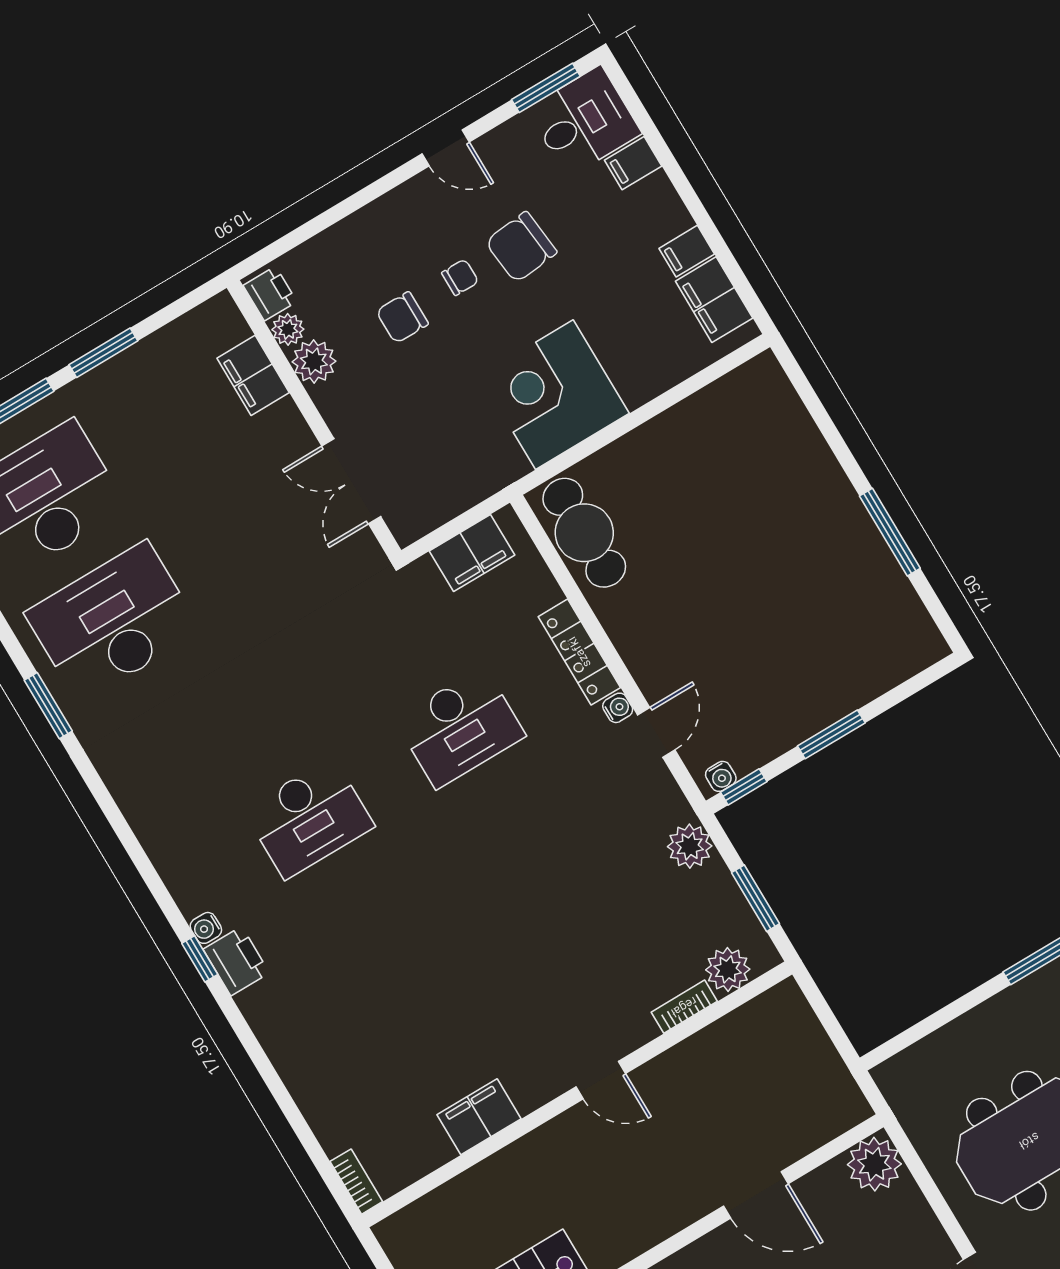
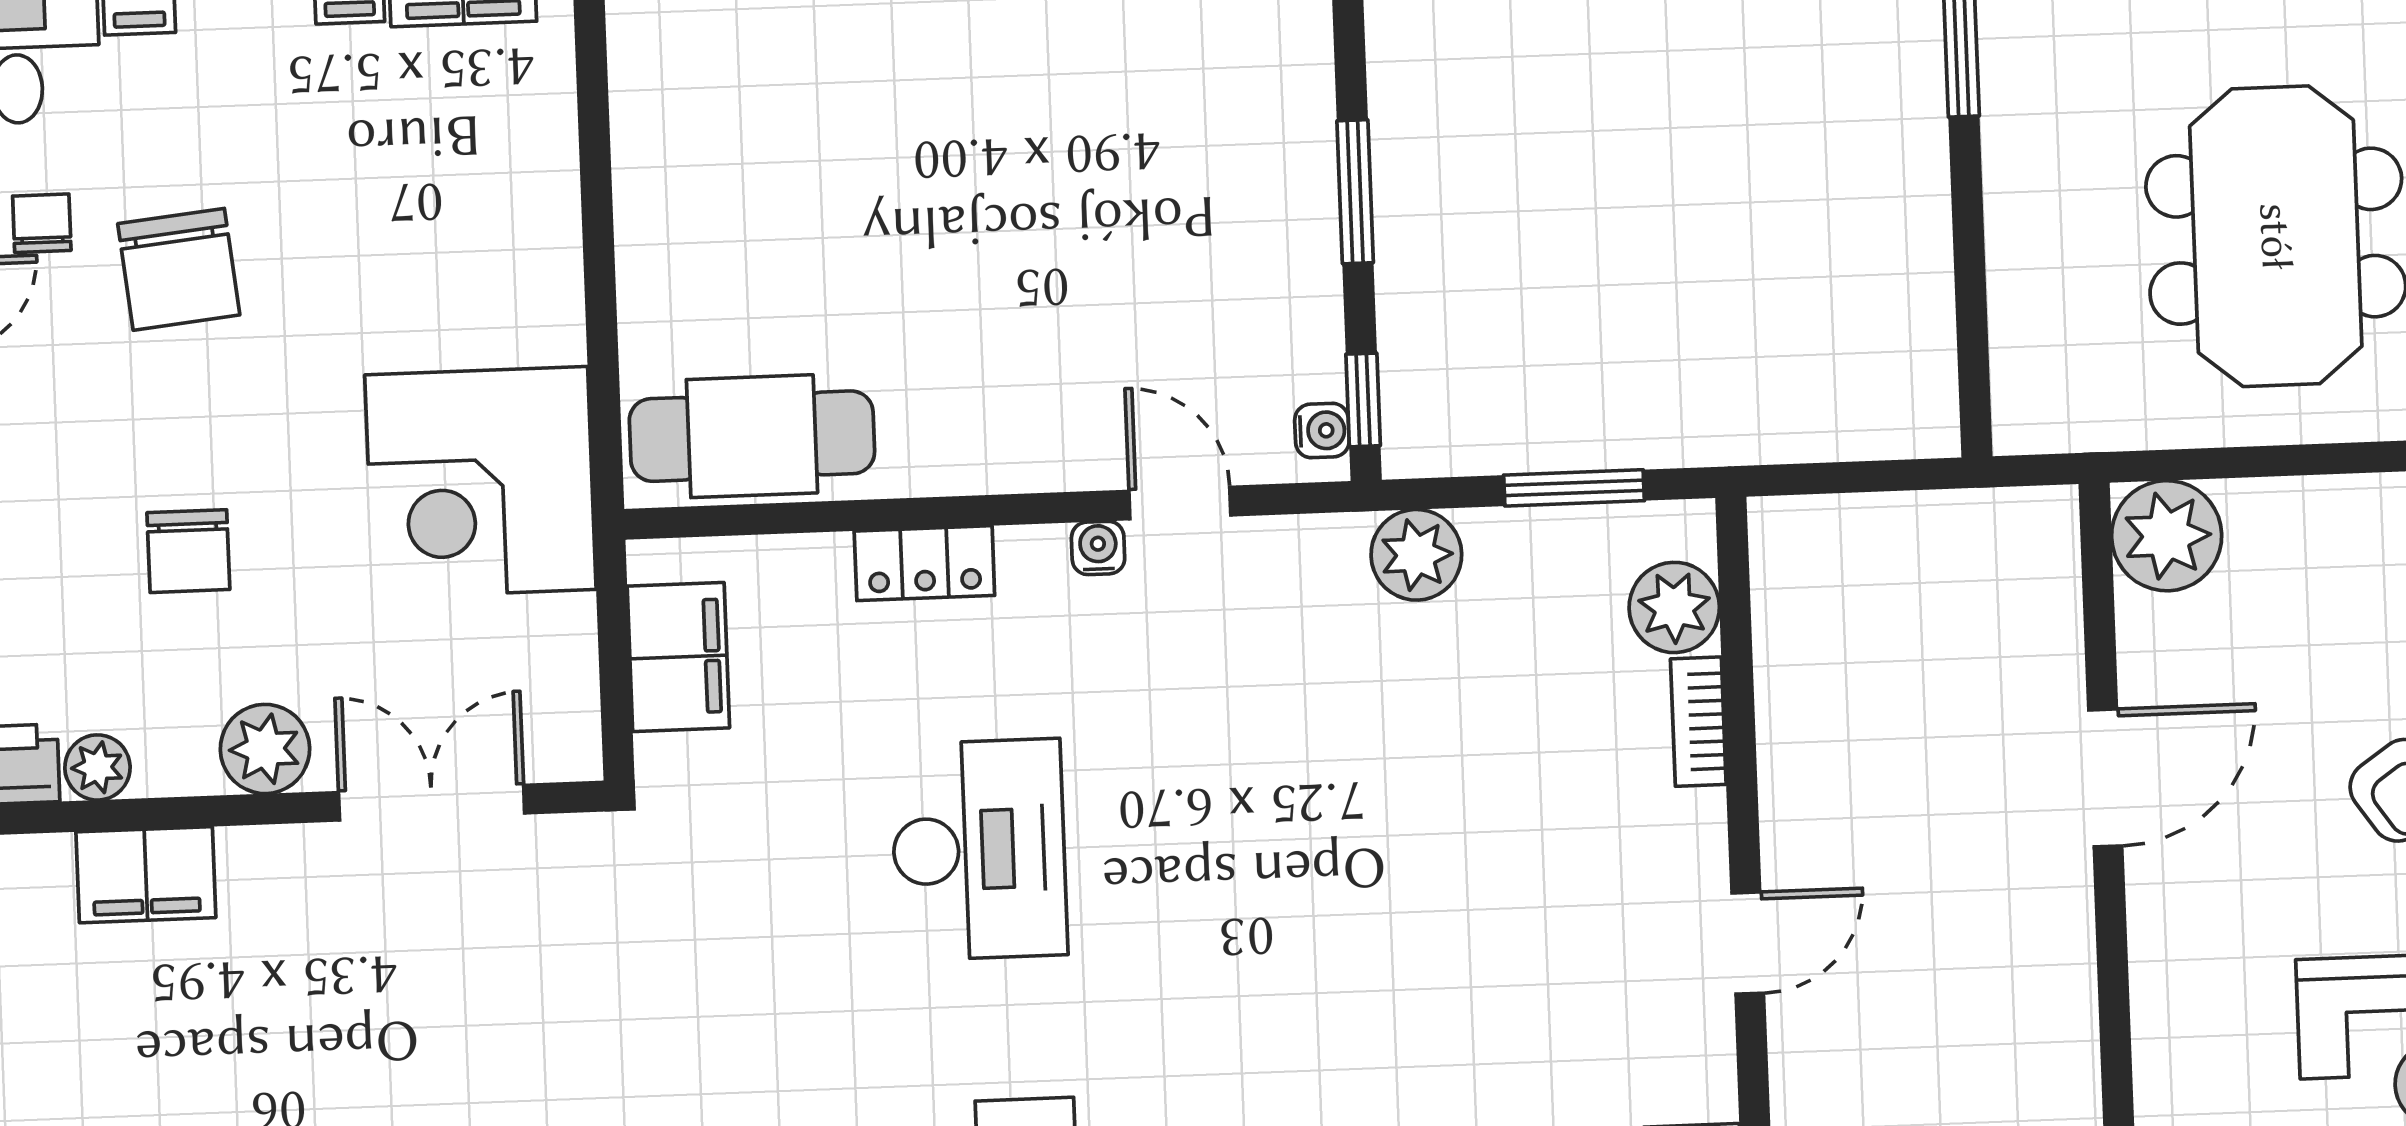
chair: (460, 277) -> (42, 223), moved
plant: (314, 361) -> (265, 749), moved
corner desk: (554, 395) -> (480, 482), moved
double door: (351, 481) -> (432, 803), swing flipped
locker: (579, 652) -> (924, 563), width x0.66

